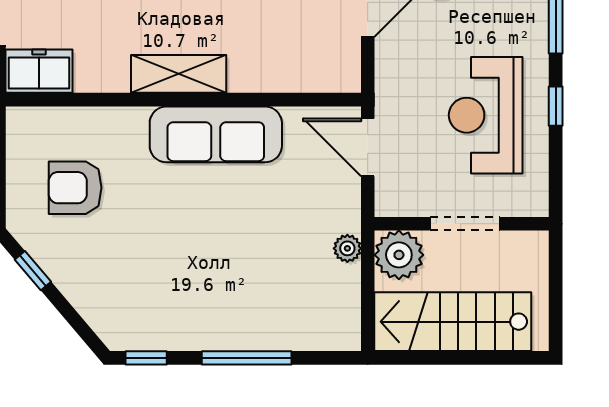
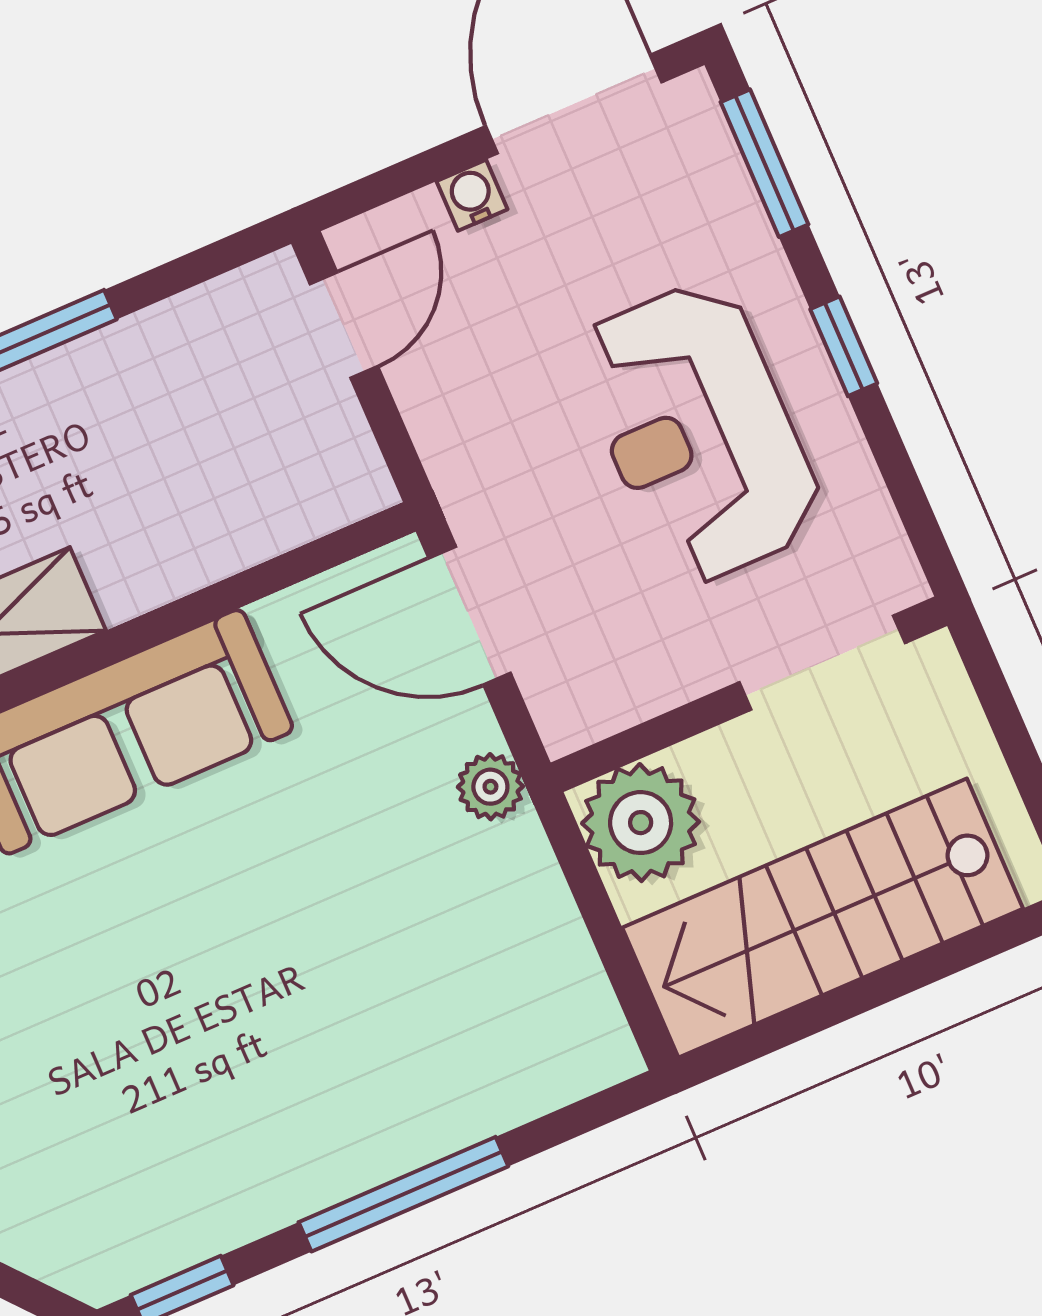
doorway: (465, 224) -> (822, 663), moved
plant: (347, 248) -> (490, 787), moved

